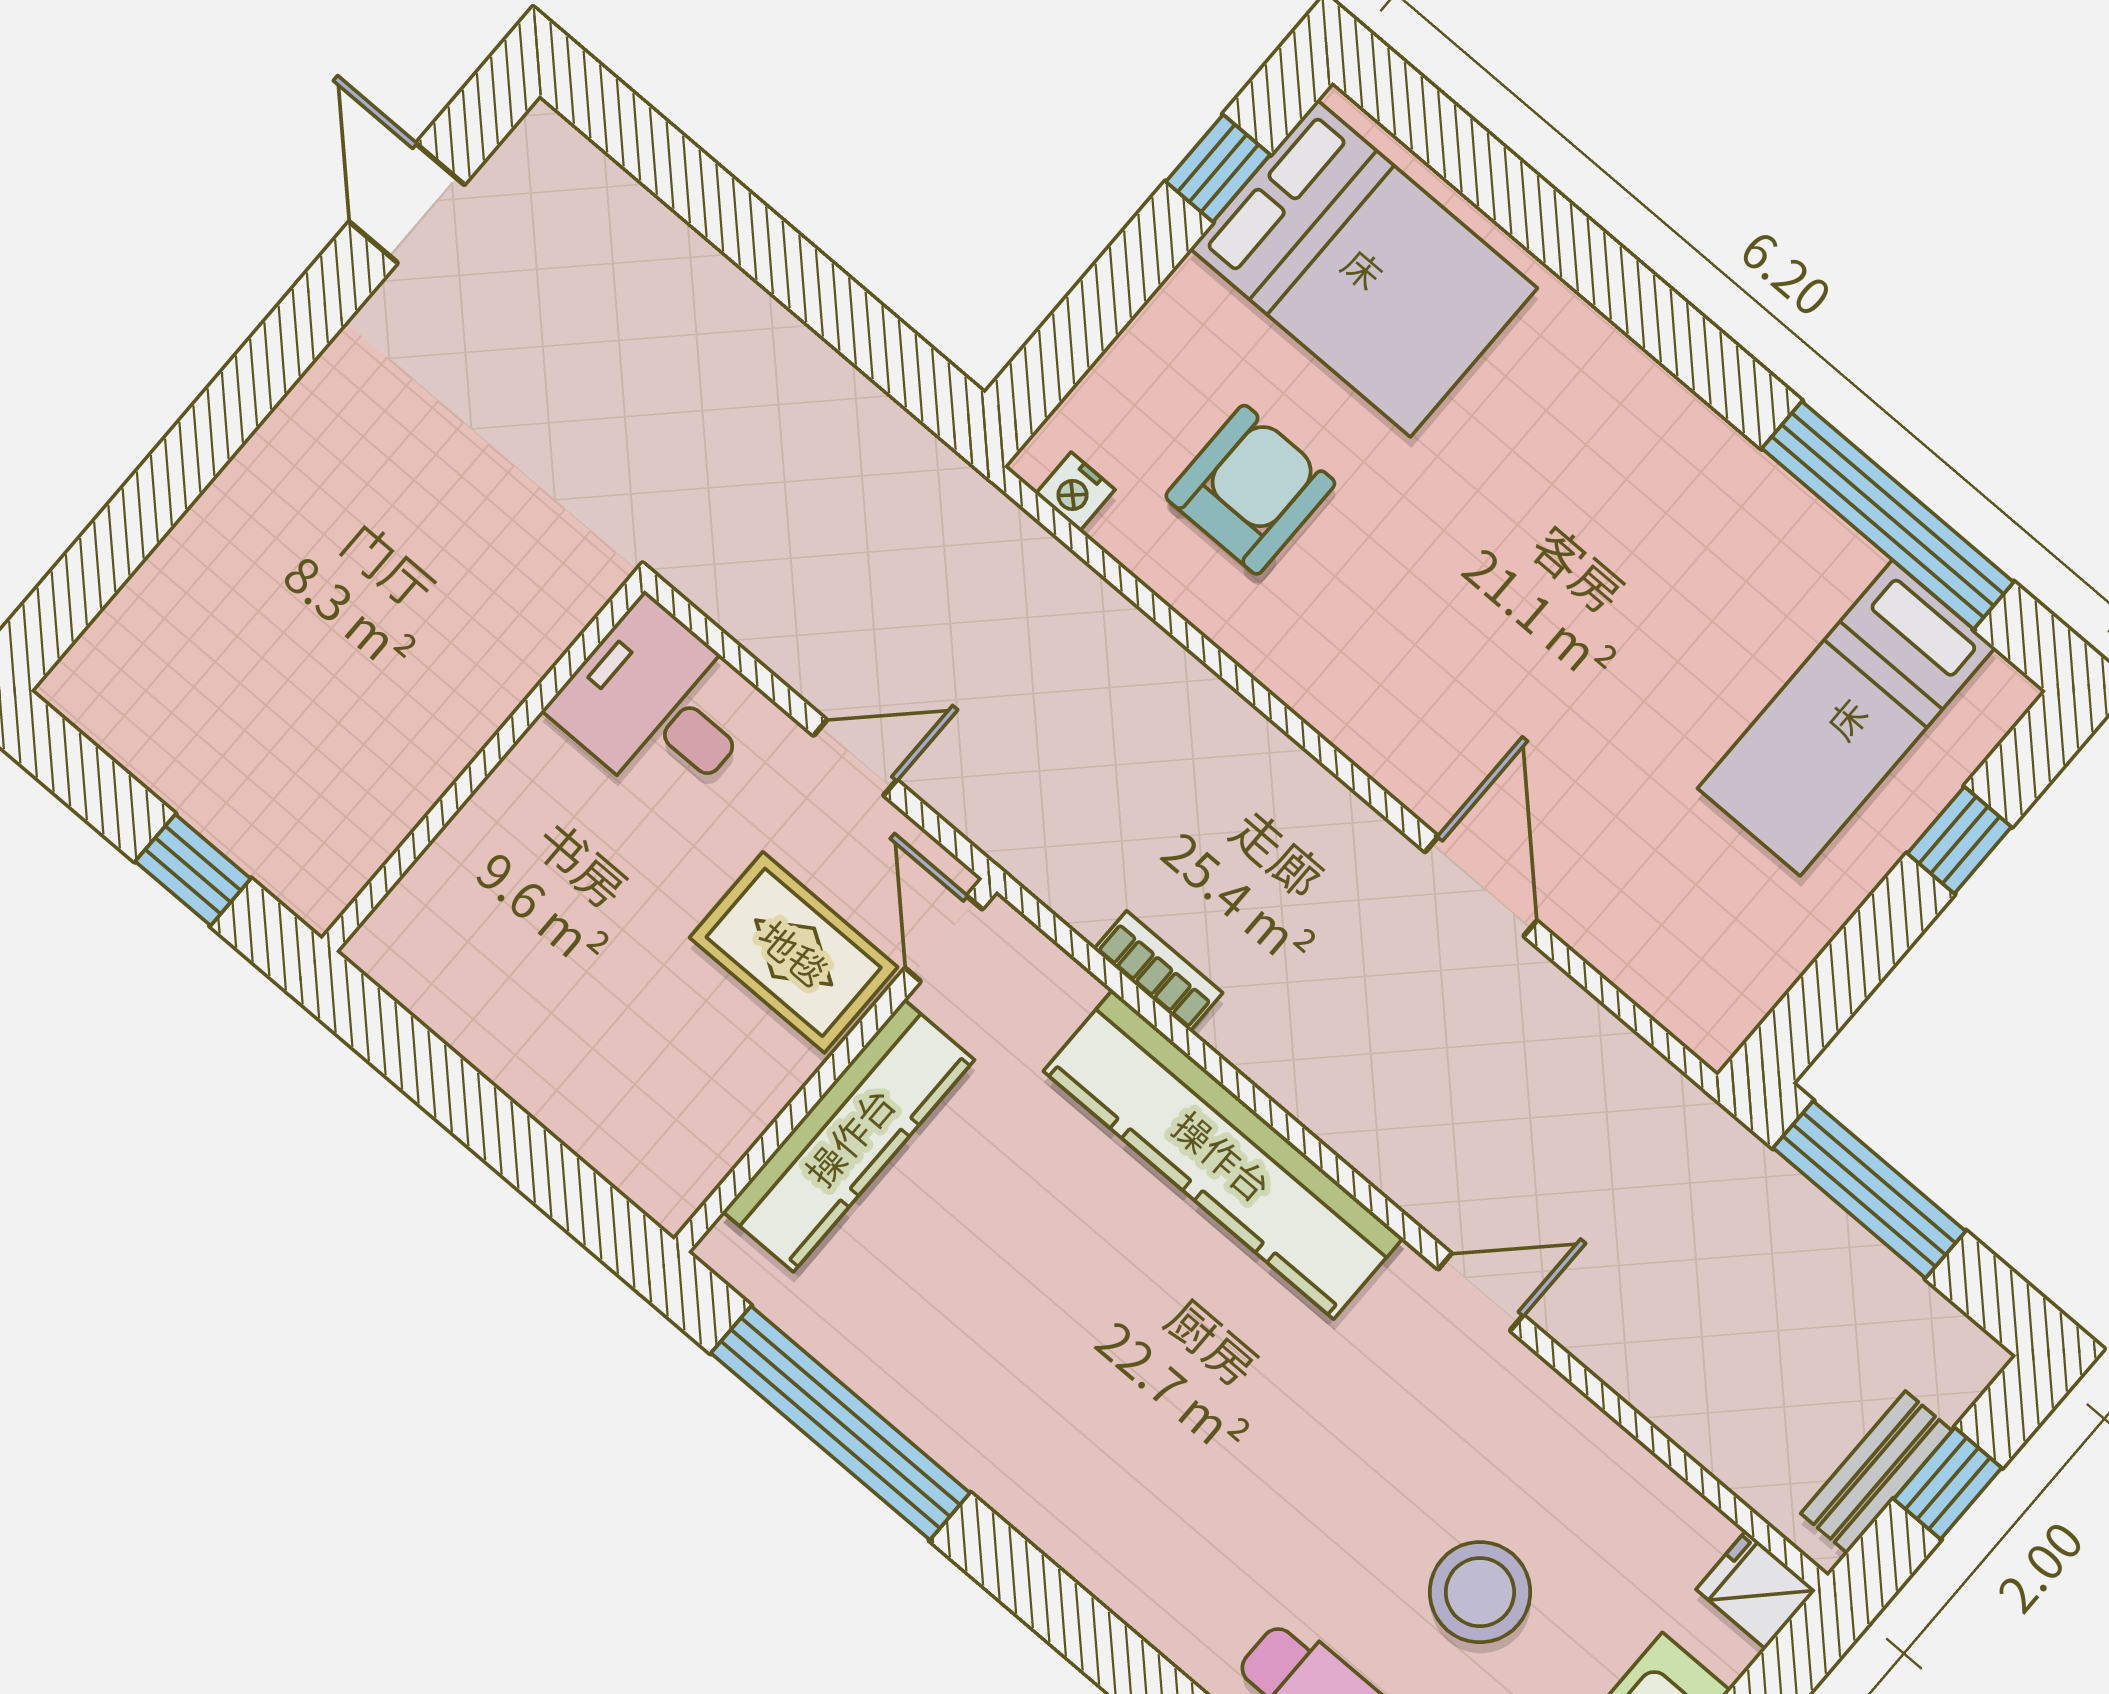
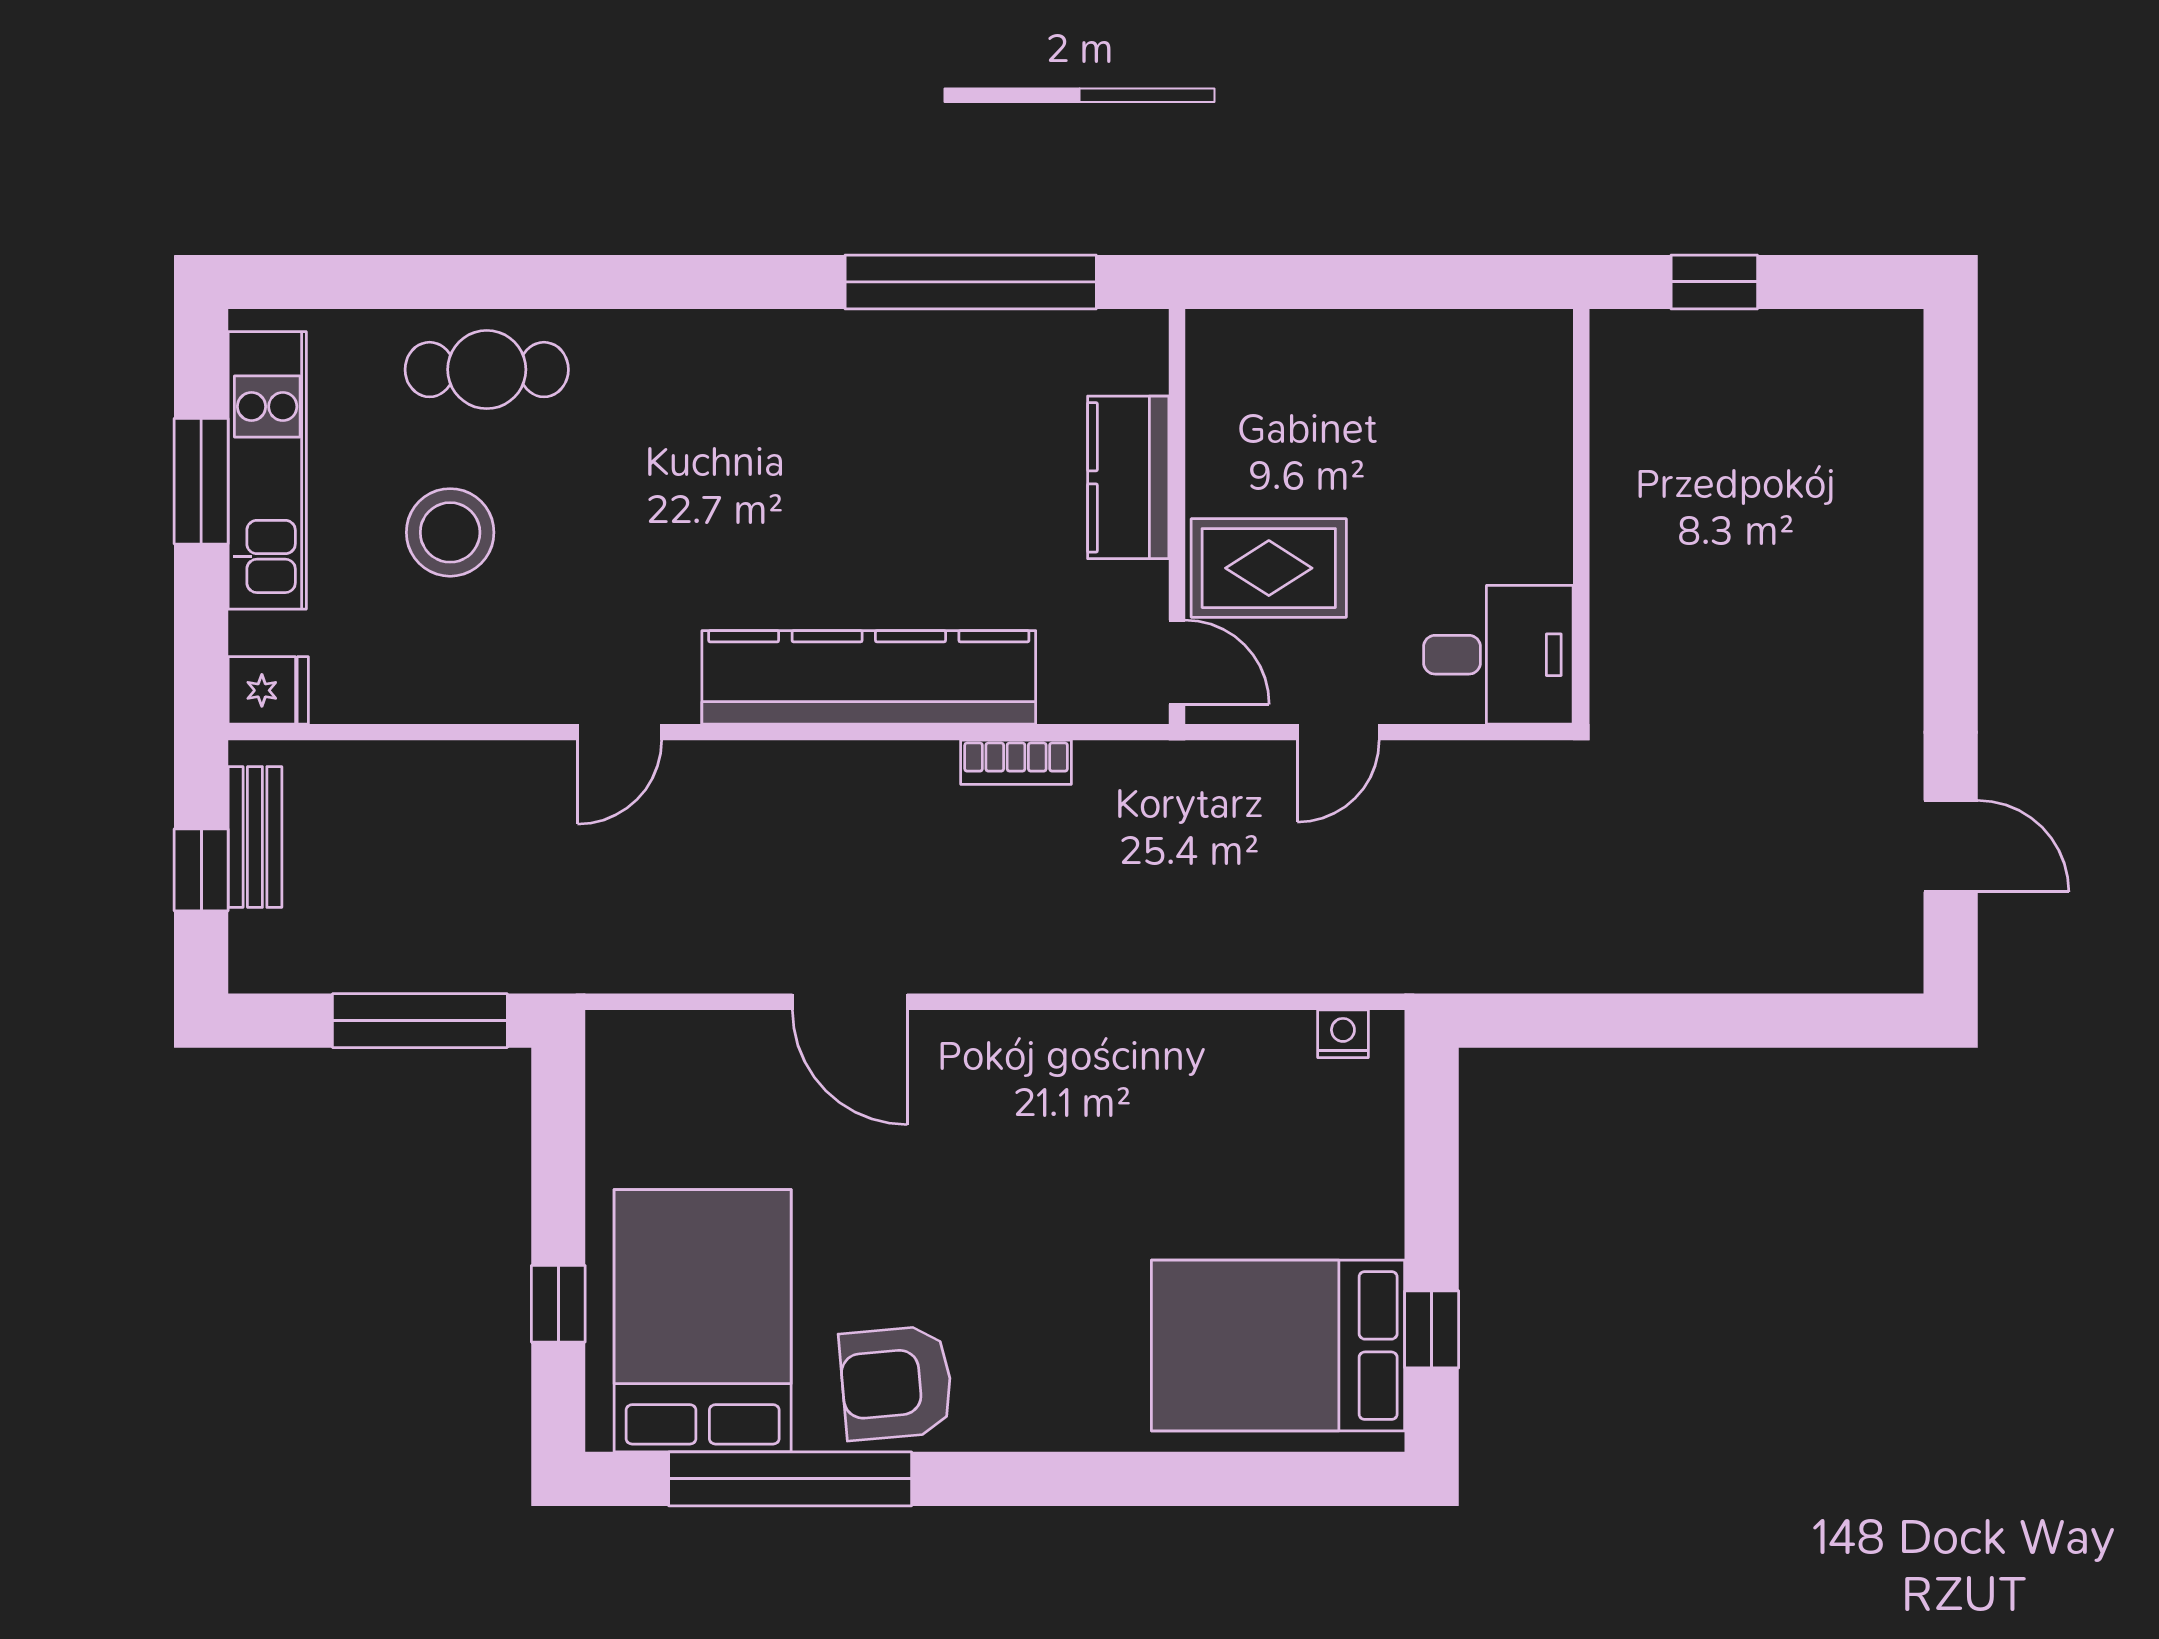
armchair: (1250, 490) -> (896, 1383), moved, turned 85
bed: (1846, 718) -> (703, 1321), width x1.50
kitchen counter: (849, 1136) -> (1128, 477), width x0.67

